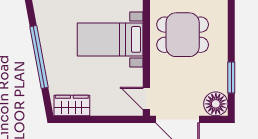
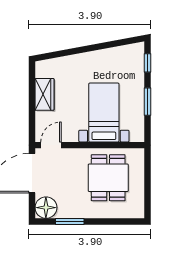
window: (39, 57) -> (88, 48), removed
wardrobe: (72, 106) -> (44, 94), moved

